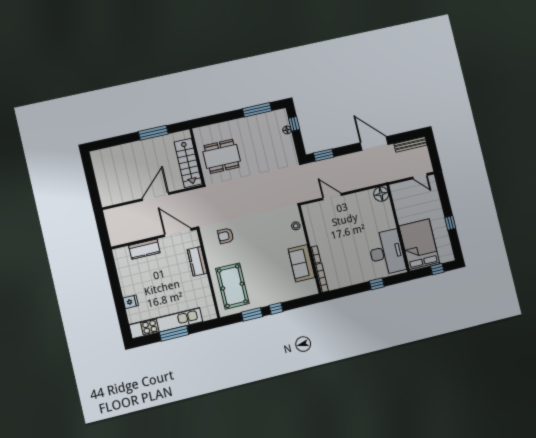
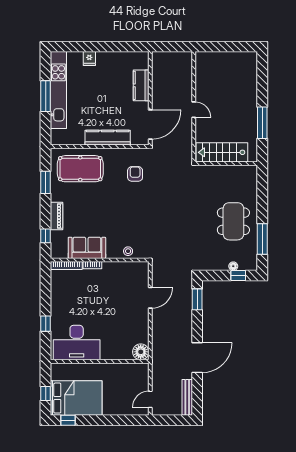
dining table: (222, 156) -> (233, 221), moved
door: (156, 197) -> (194, 110), width x0.53
window: (450, 223) -> (68, 420), moved
bed: (419, 245) -> (76, 398), moved
kitchen counter: (197, 261) -> (108, 138), width x1.50
piano: (280, 297) -> (57, 216), added
window: (276, 308) -> (46, 236), moved

